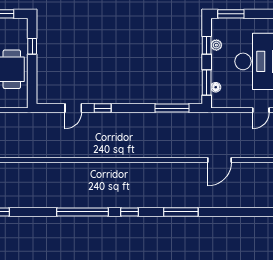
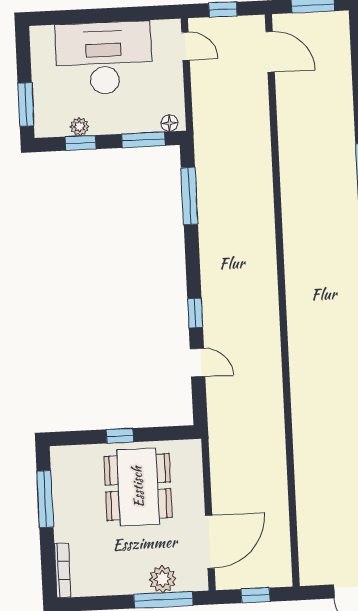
window: (32, 46) -> (120, 436), moved
floor lamp: (216, 87) -> (169, 123), moved
door: (220, 160) -> (270, 52), moved

